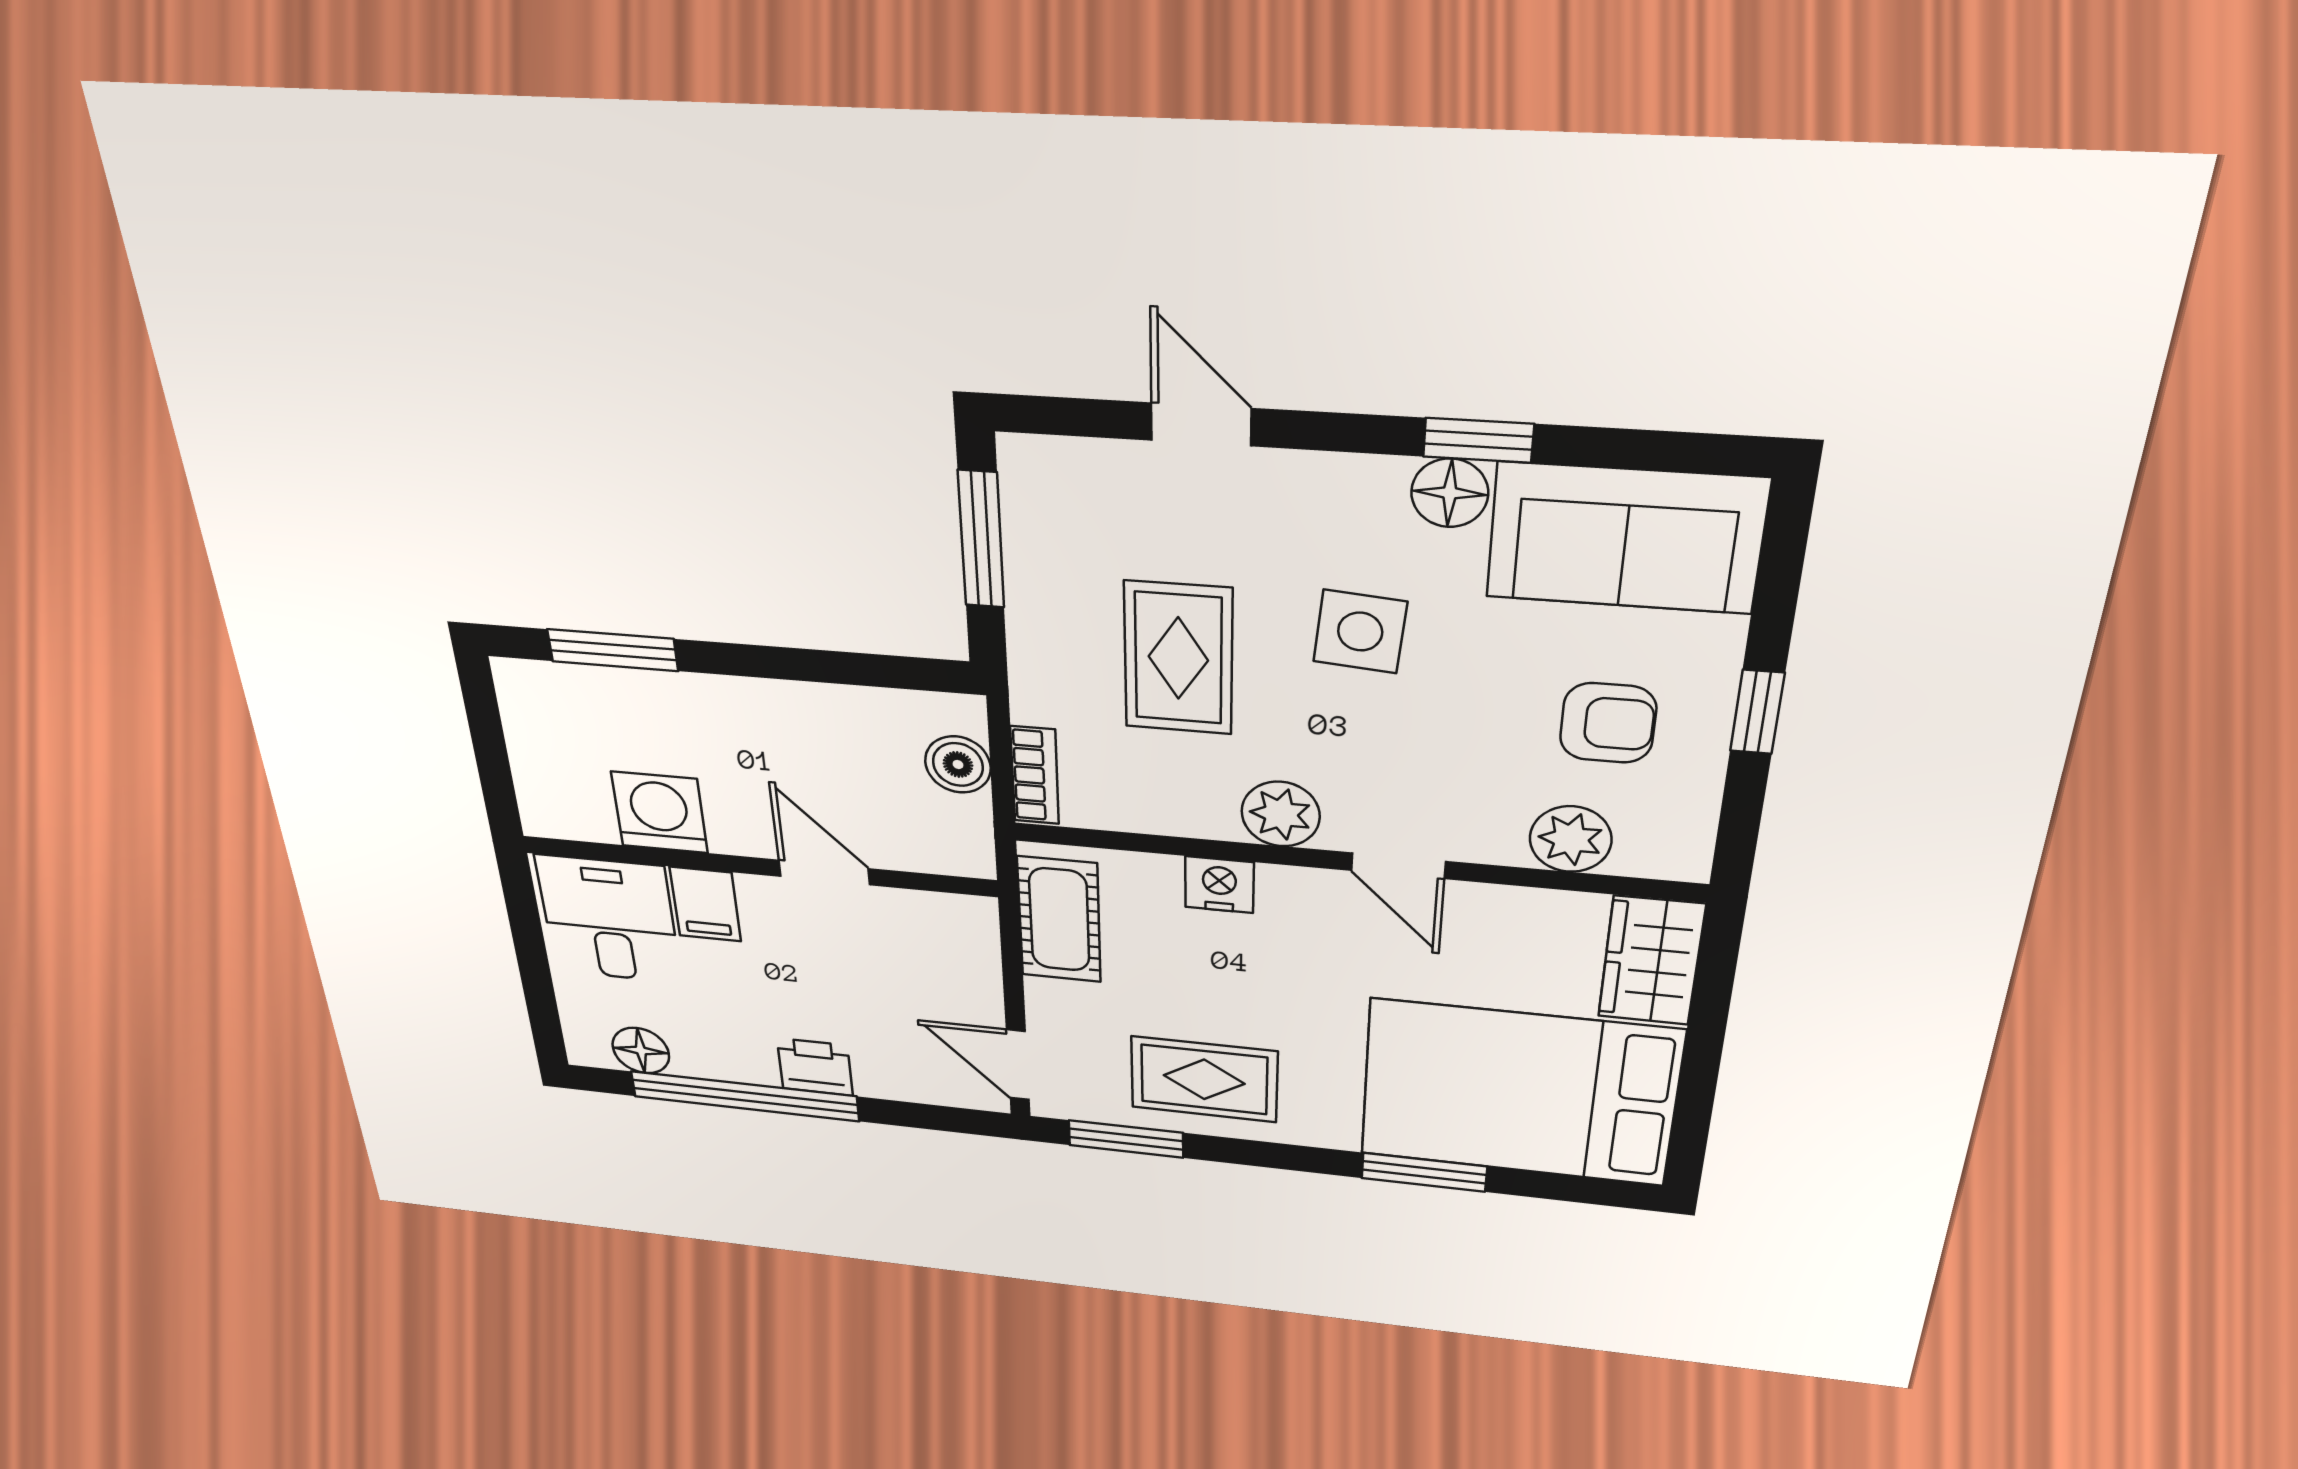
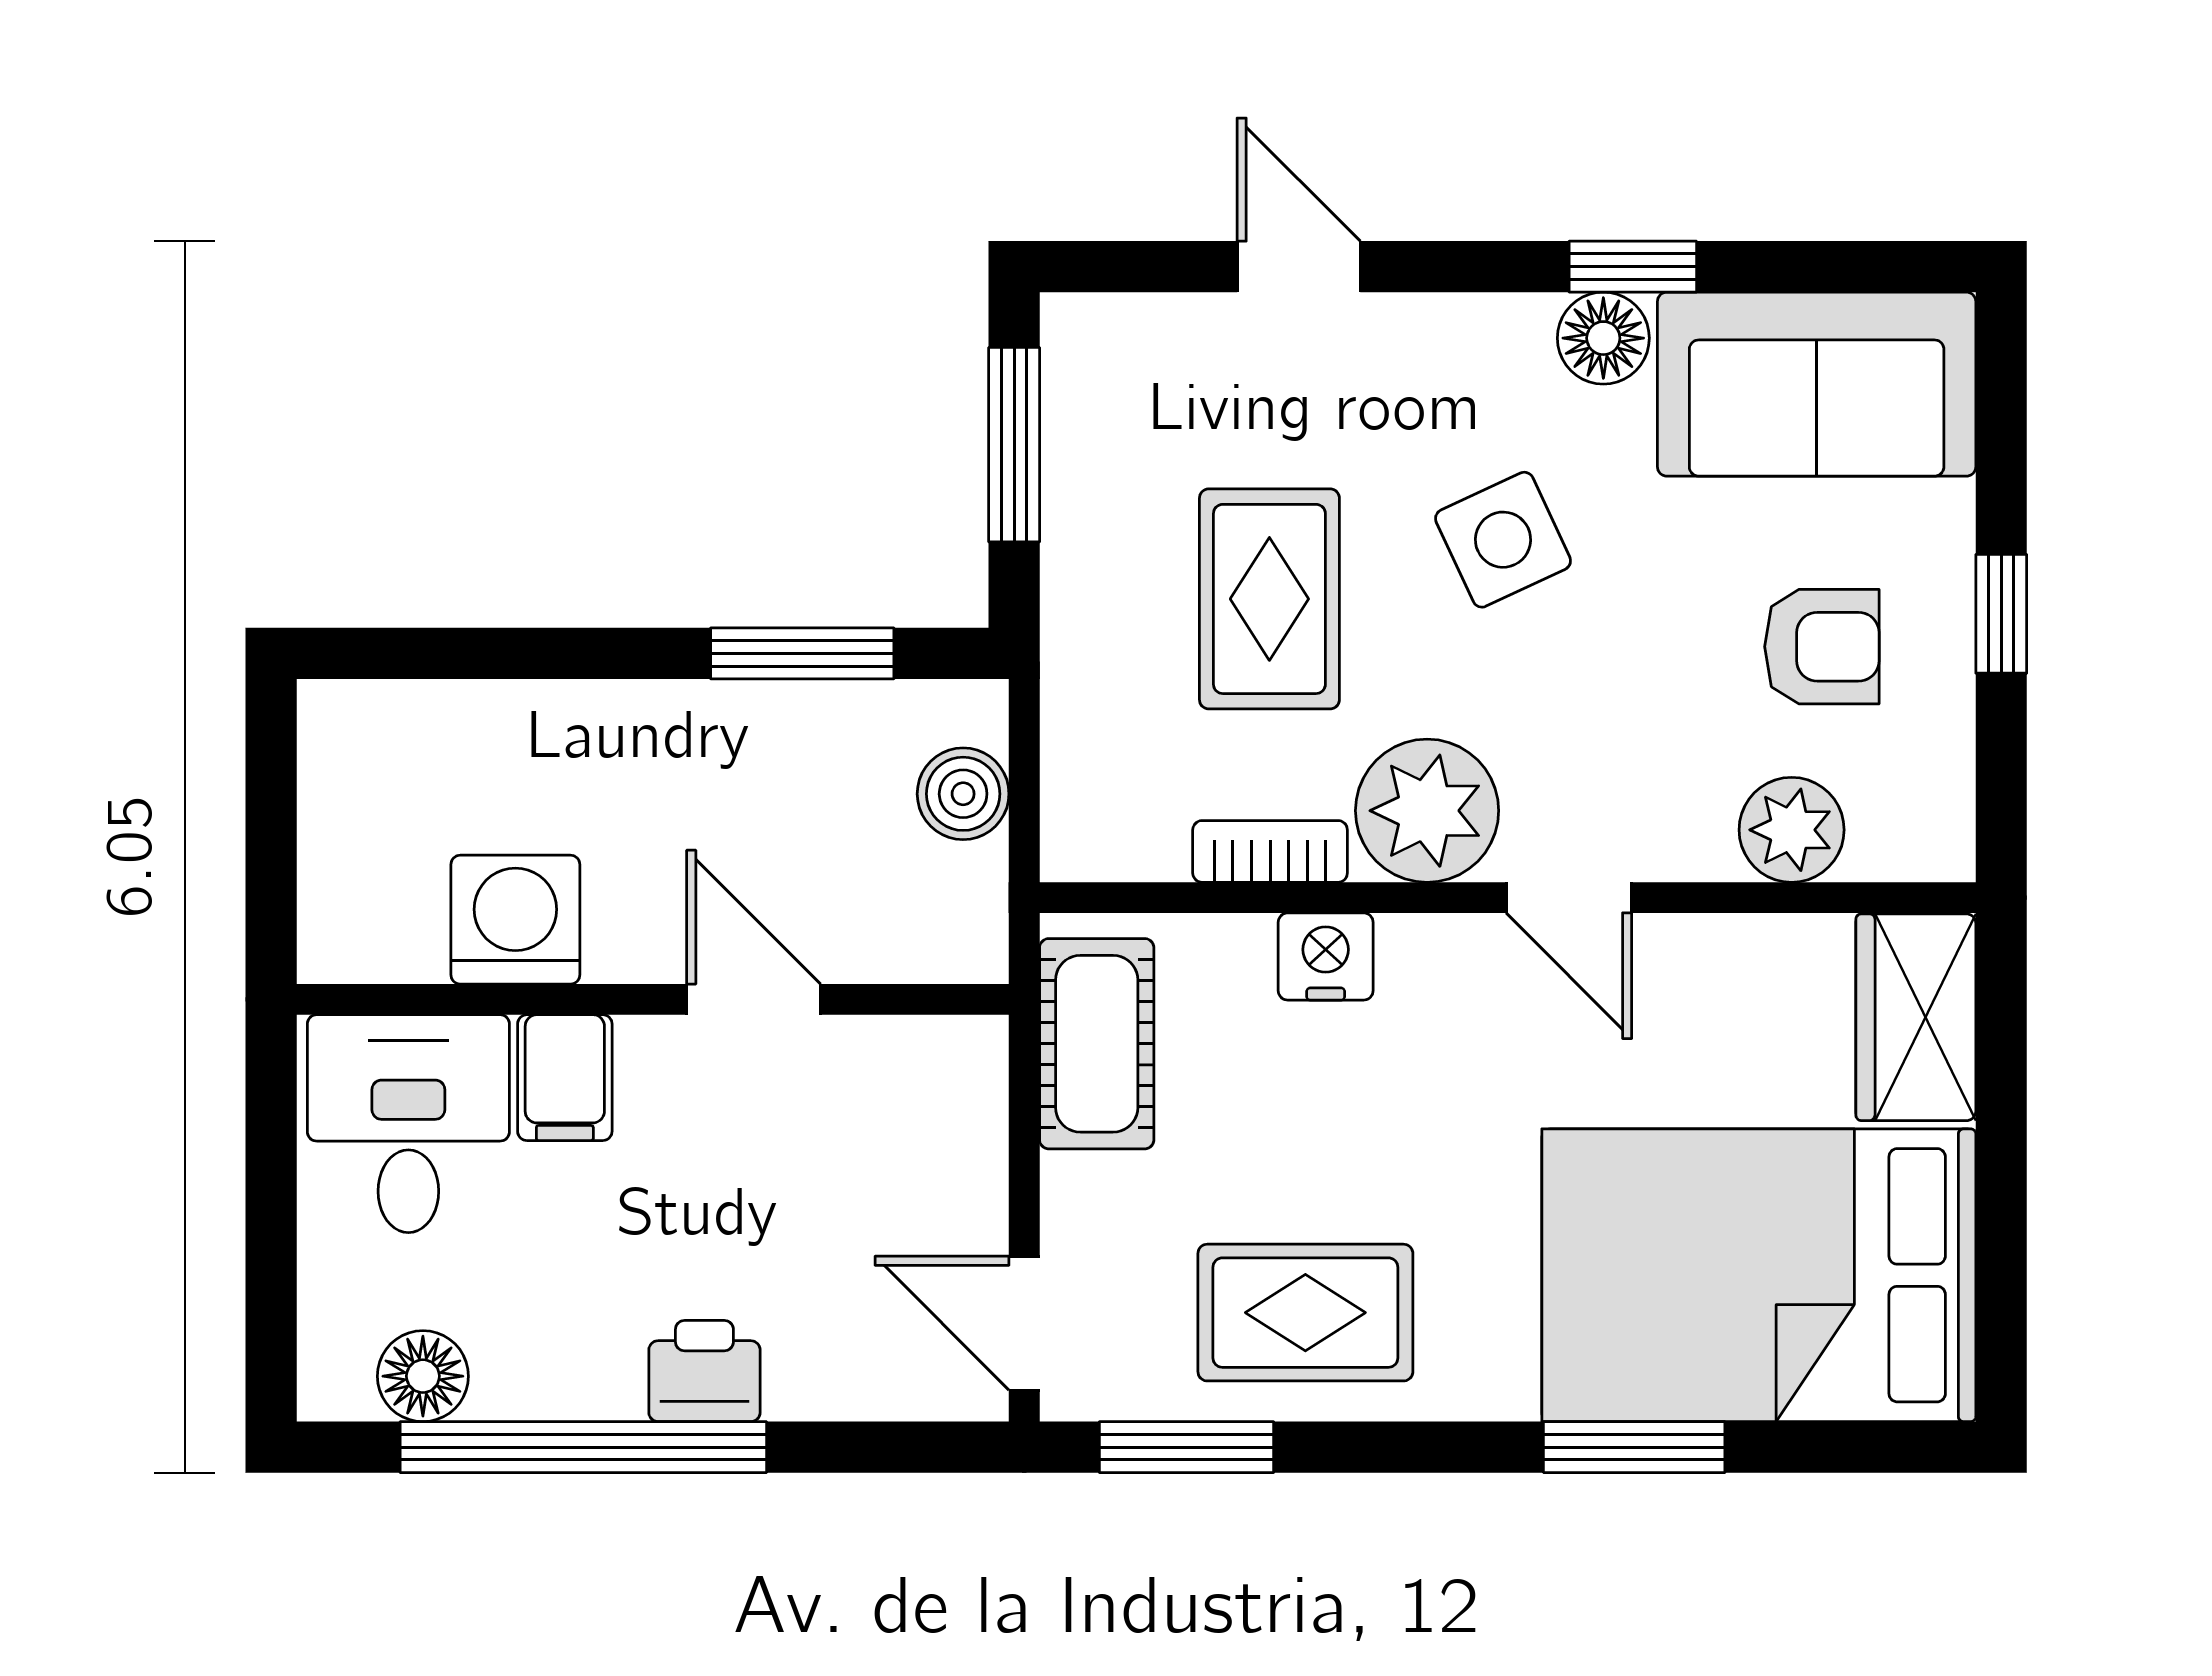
side table: (1360, 632) -> (1503, 540), turned -30
window: (613, 650) -> (802, 653), moved
bookcase: (1035, 775) -> (1270, 851), moved, turned -90
plant: (1281, 814) -> (1427, 811), width x1.36, depth x1.36

